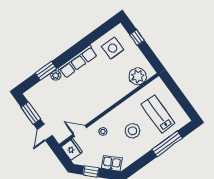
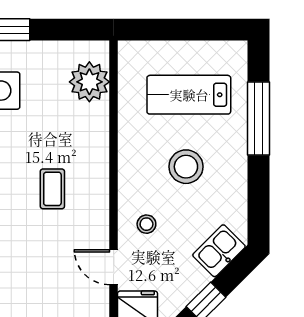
coffee table: (92, 90) -> (52, 189), added
door: (80, 131) -> (114, 267), hinge flipped

